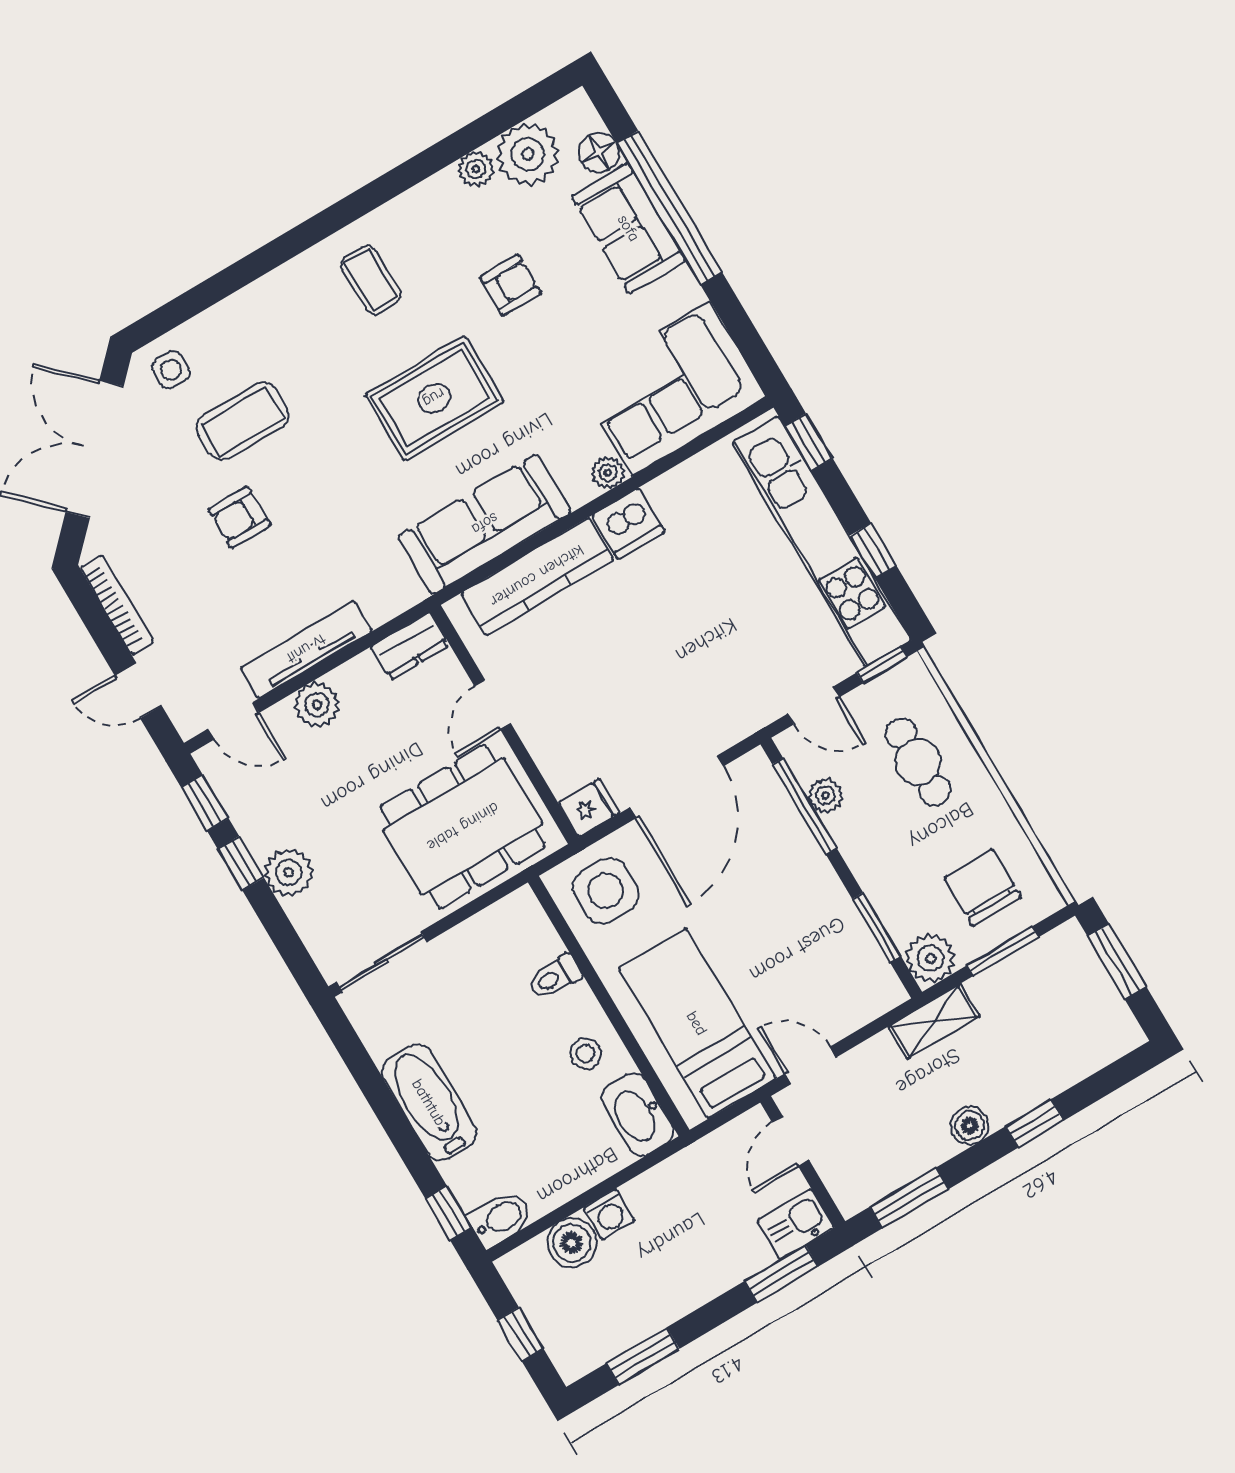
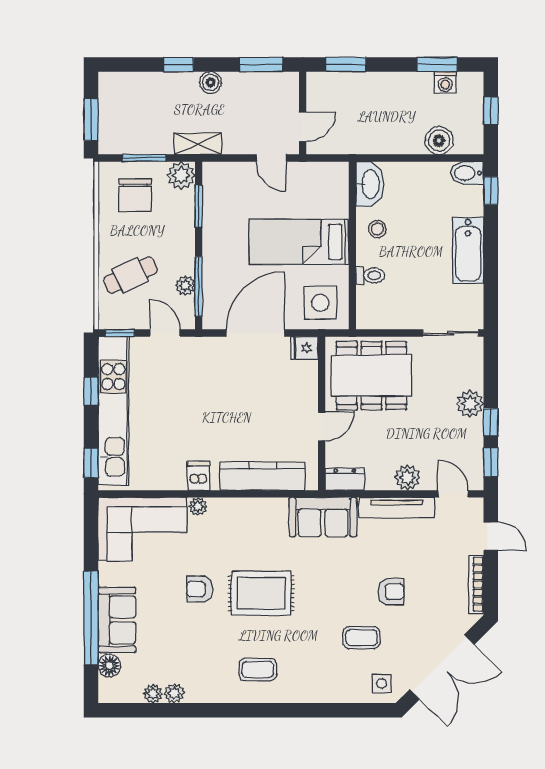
plant: (528, 154) -> (153, 694), width x0.53, depth x0.53
coffee table: (371, 280) -> (258, 670), turned 90
armchair: (510, 285) -> (200, 589), moved
coffee table: (243, 421) -> (361, 638), width x0.73, depth x0.77
sofa: (485, 524) -> (323, 517), moved, width x0.73
dishwasher: (628, 524) -> (198, 476), width x0.73
cafe table: (918, 762) -> (130, 275), turned 65
bed: (697, 1023) -> (299, 242), moved, turned 90
washing machine: (609, 1214) -> (445, 82), moved, turned 180
kitchen sink: (796, 1224) -> (324, 85), removed

